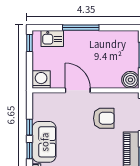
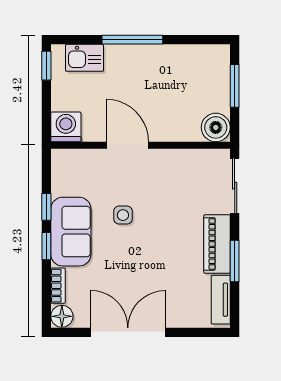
armchair: (104, 118) -> (171, 192), removed
side table: (75, 132) -> (123, 215), added

